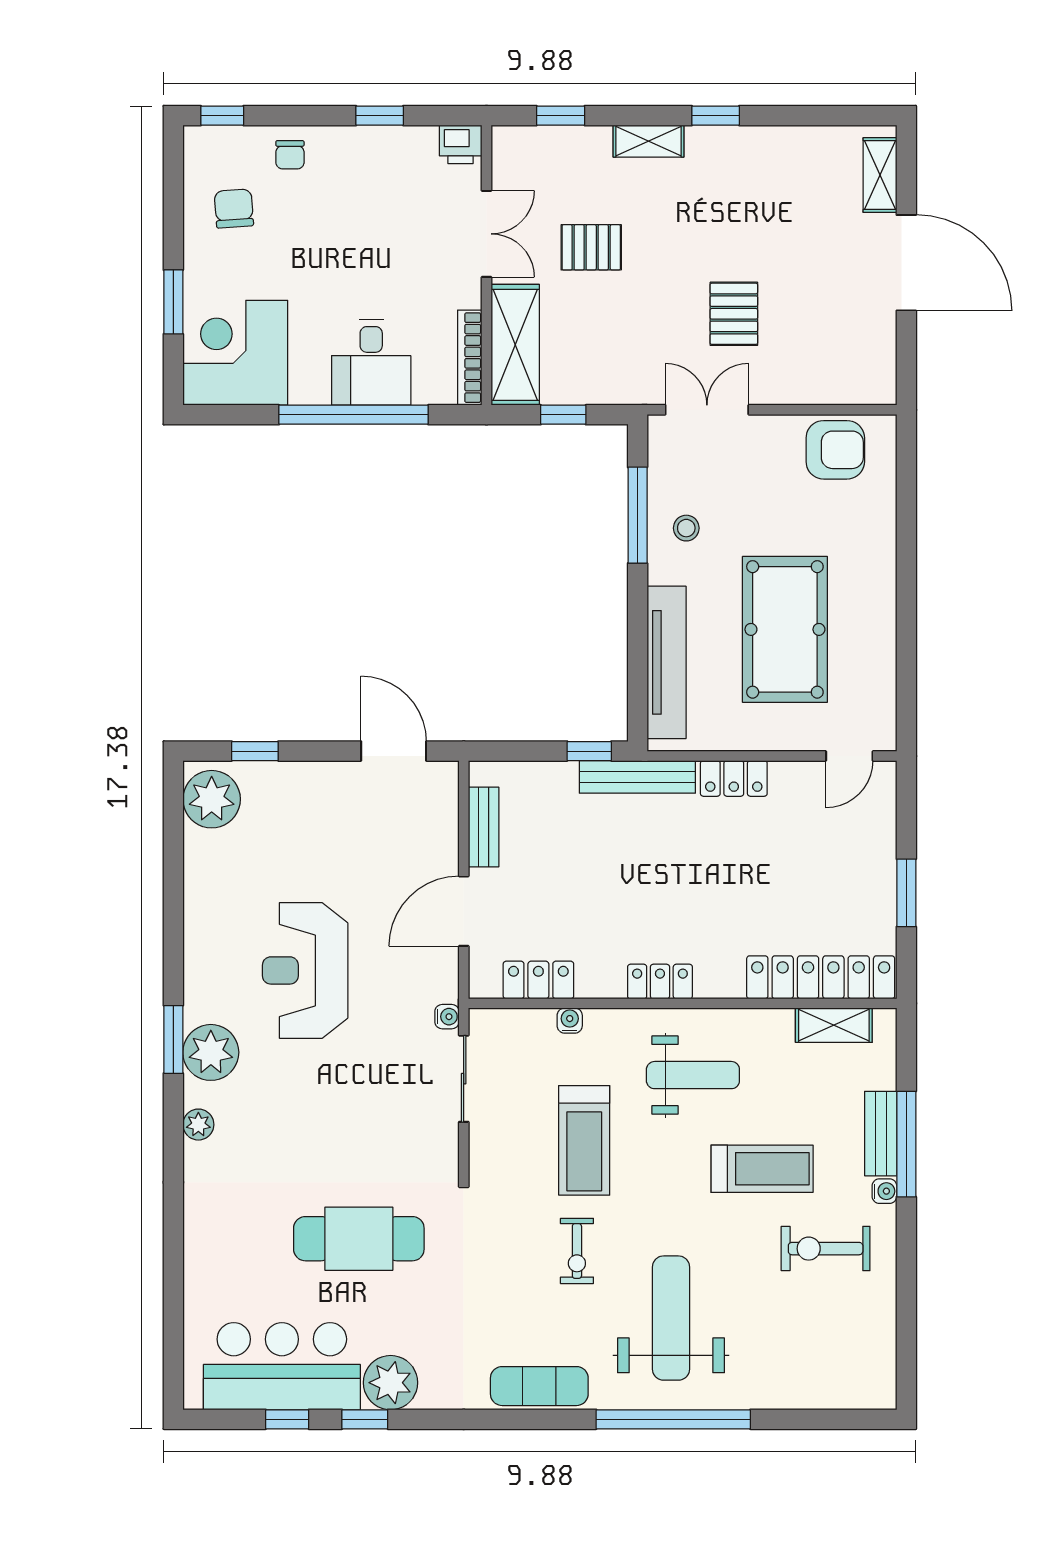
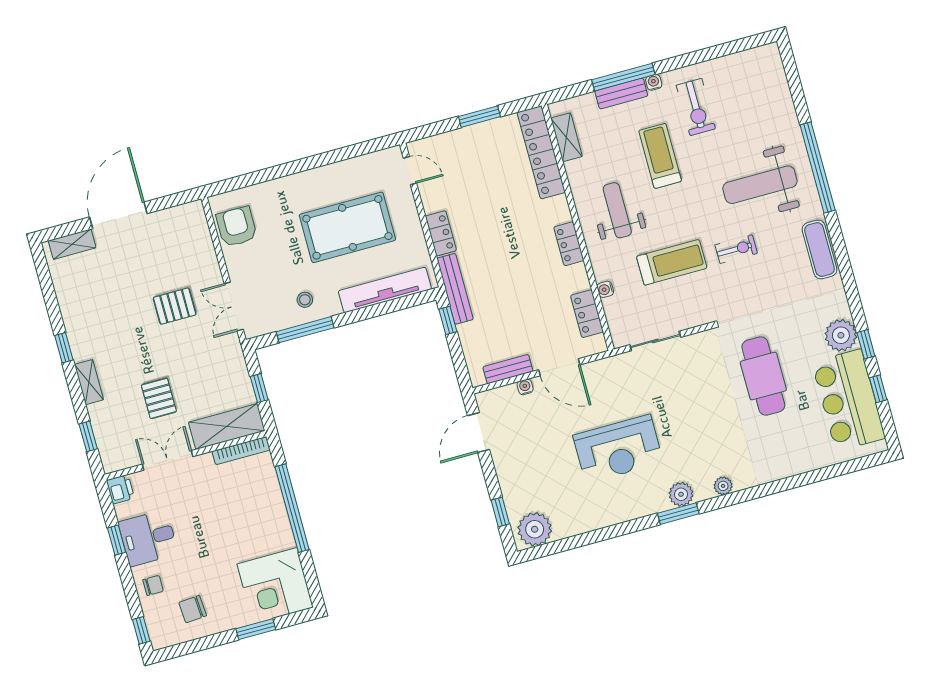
desk: (371, 363) -> (148, 538), moved, turned 180
water cooler: (447, 1017) -> (525, 387), moved
plant: (211, 1052) -> (681, 494), width x0.73, depth x0.73

